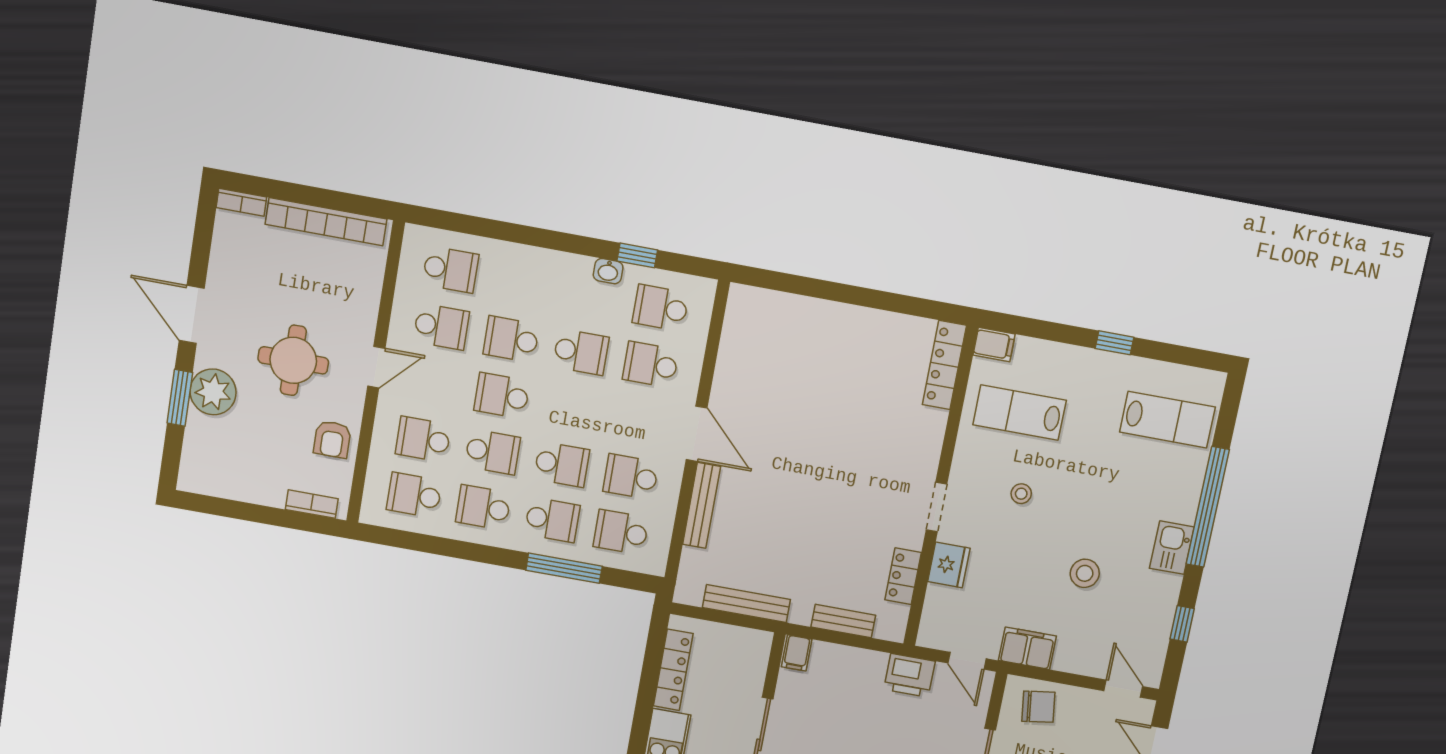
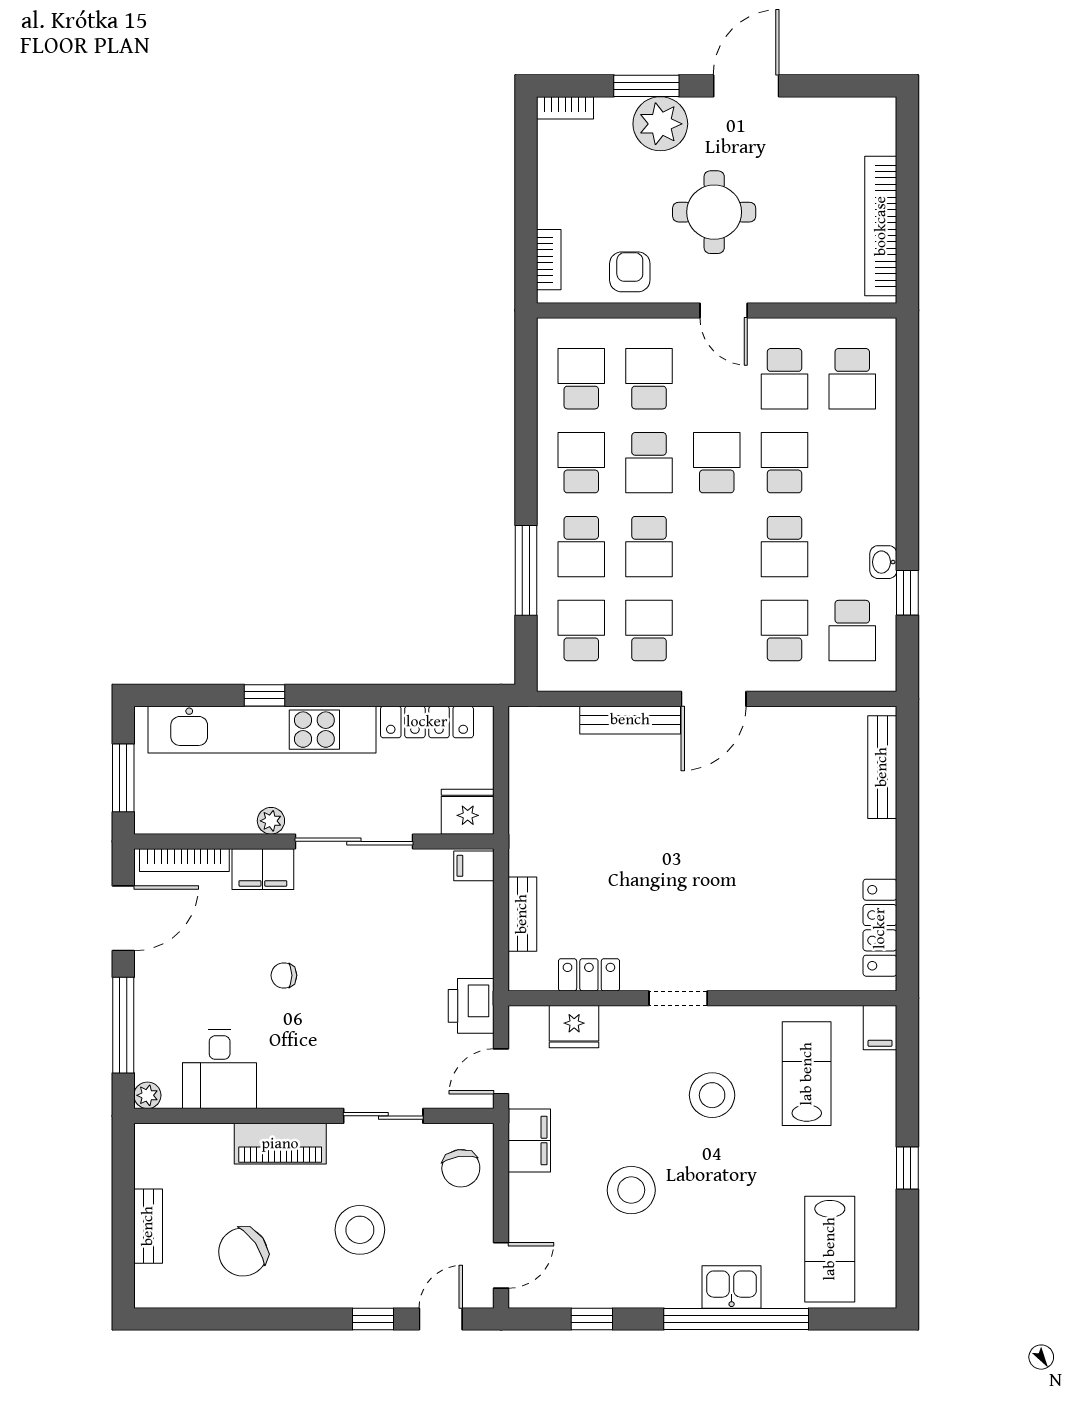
bookcase: (241, 202) -> (565, 108), moved, turned -90
school desk: (661, 308) -> (852, 631), turned 180
locker: (944, 365) -> (880, 928), moved, turned -90
armchair: (332, 439) -> (630, 272), turned 90
stool: (1021, 494) -> (712, 1095), width x1.89, depth x1.89
kitchen sink: (1172, 548) -> (732, 1287), moved
fridge: (949, 565) -> (574, 1027), moved
stool: (1085, 573) -> (631, 1190), width x1.38, depth x1.38
bench: (746, 604) -> (882, 767), moved
fridge: (752, 650) -> (468, 812), added

